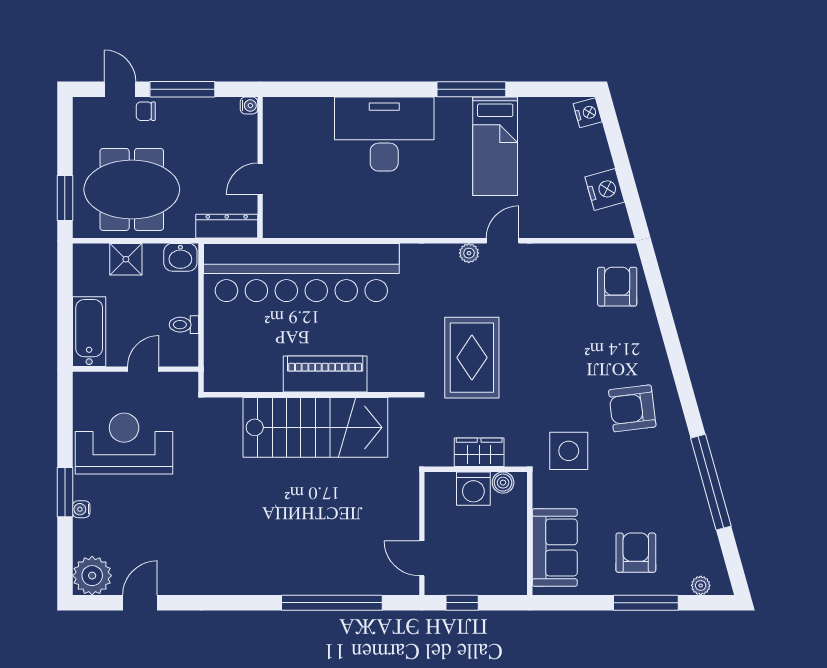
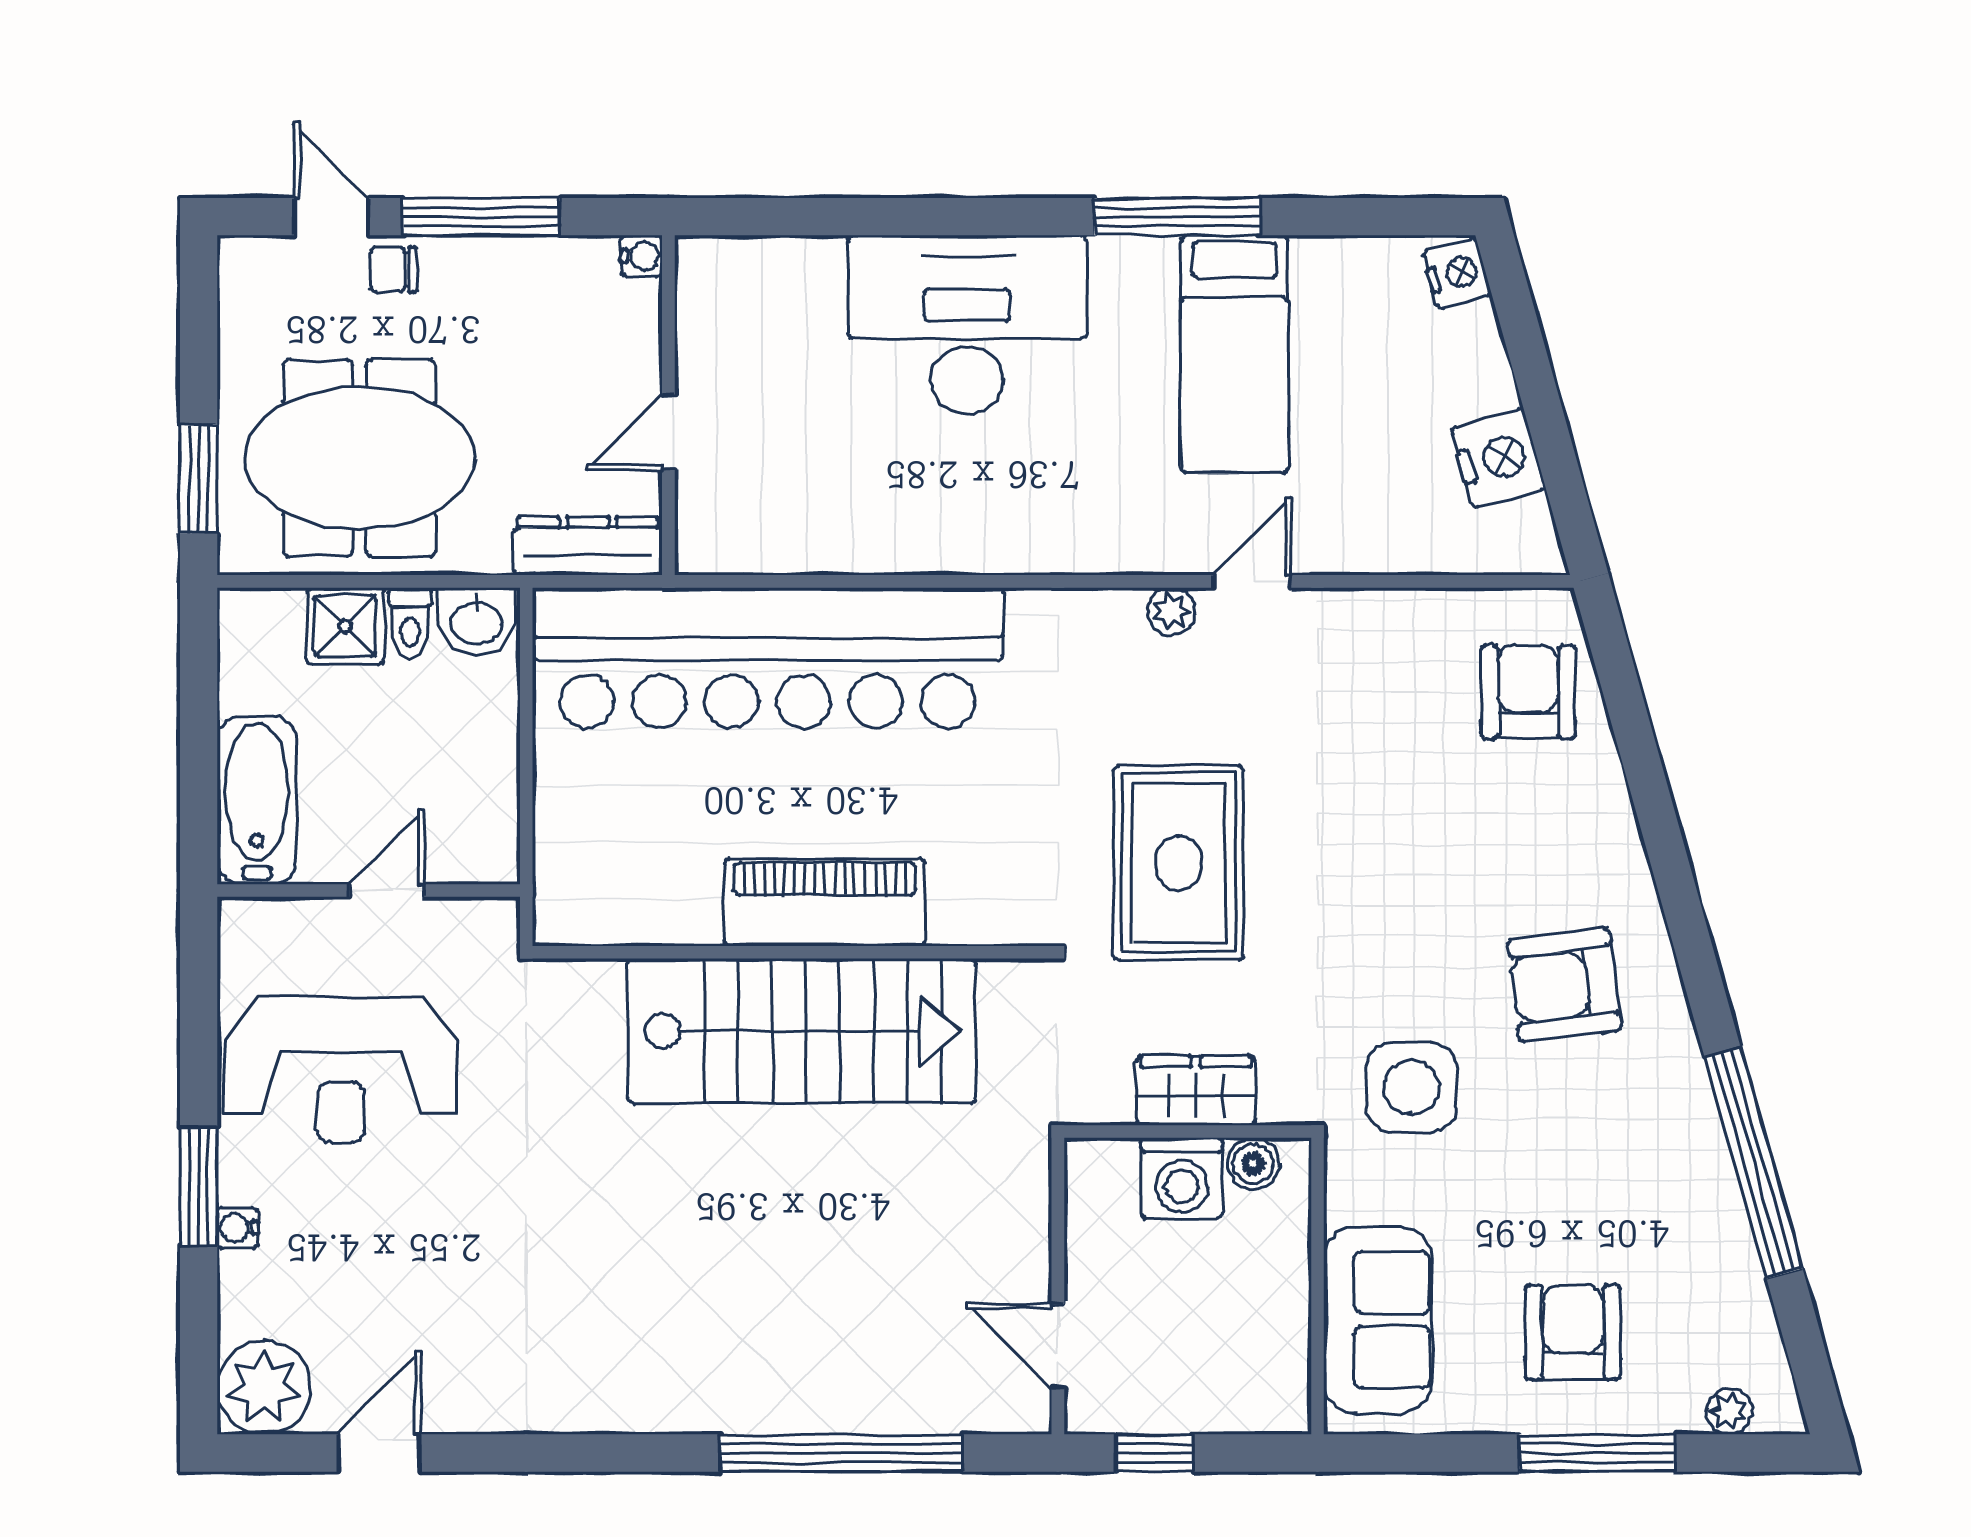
toilet: (184, 325) -> (410, 623), moved, turned -90
reception desk: (124, 444) -> (341, 1070), turned 180

